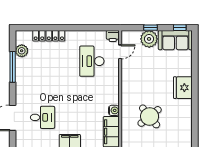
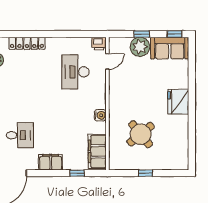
water cooler: (114, 110) -> (100, 115), moved

